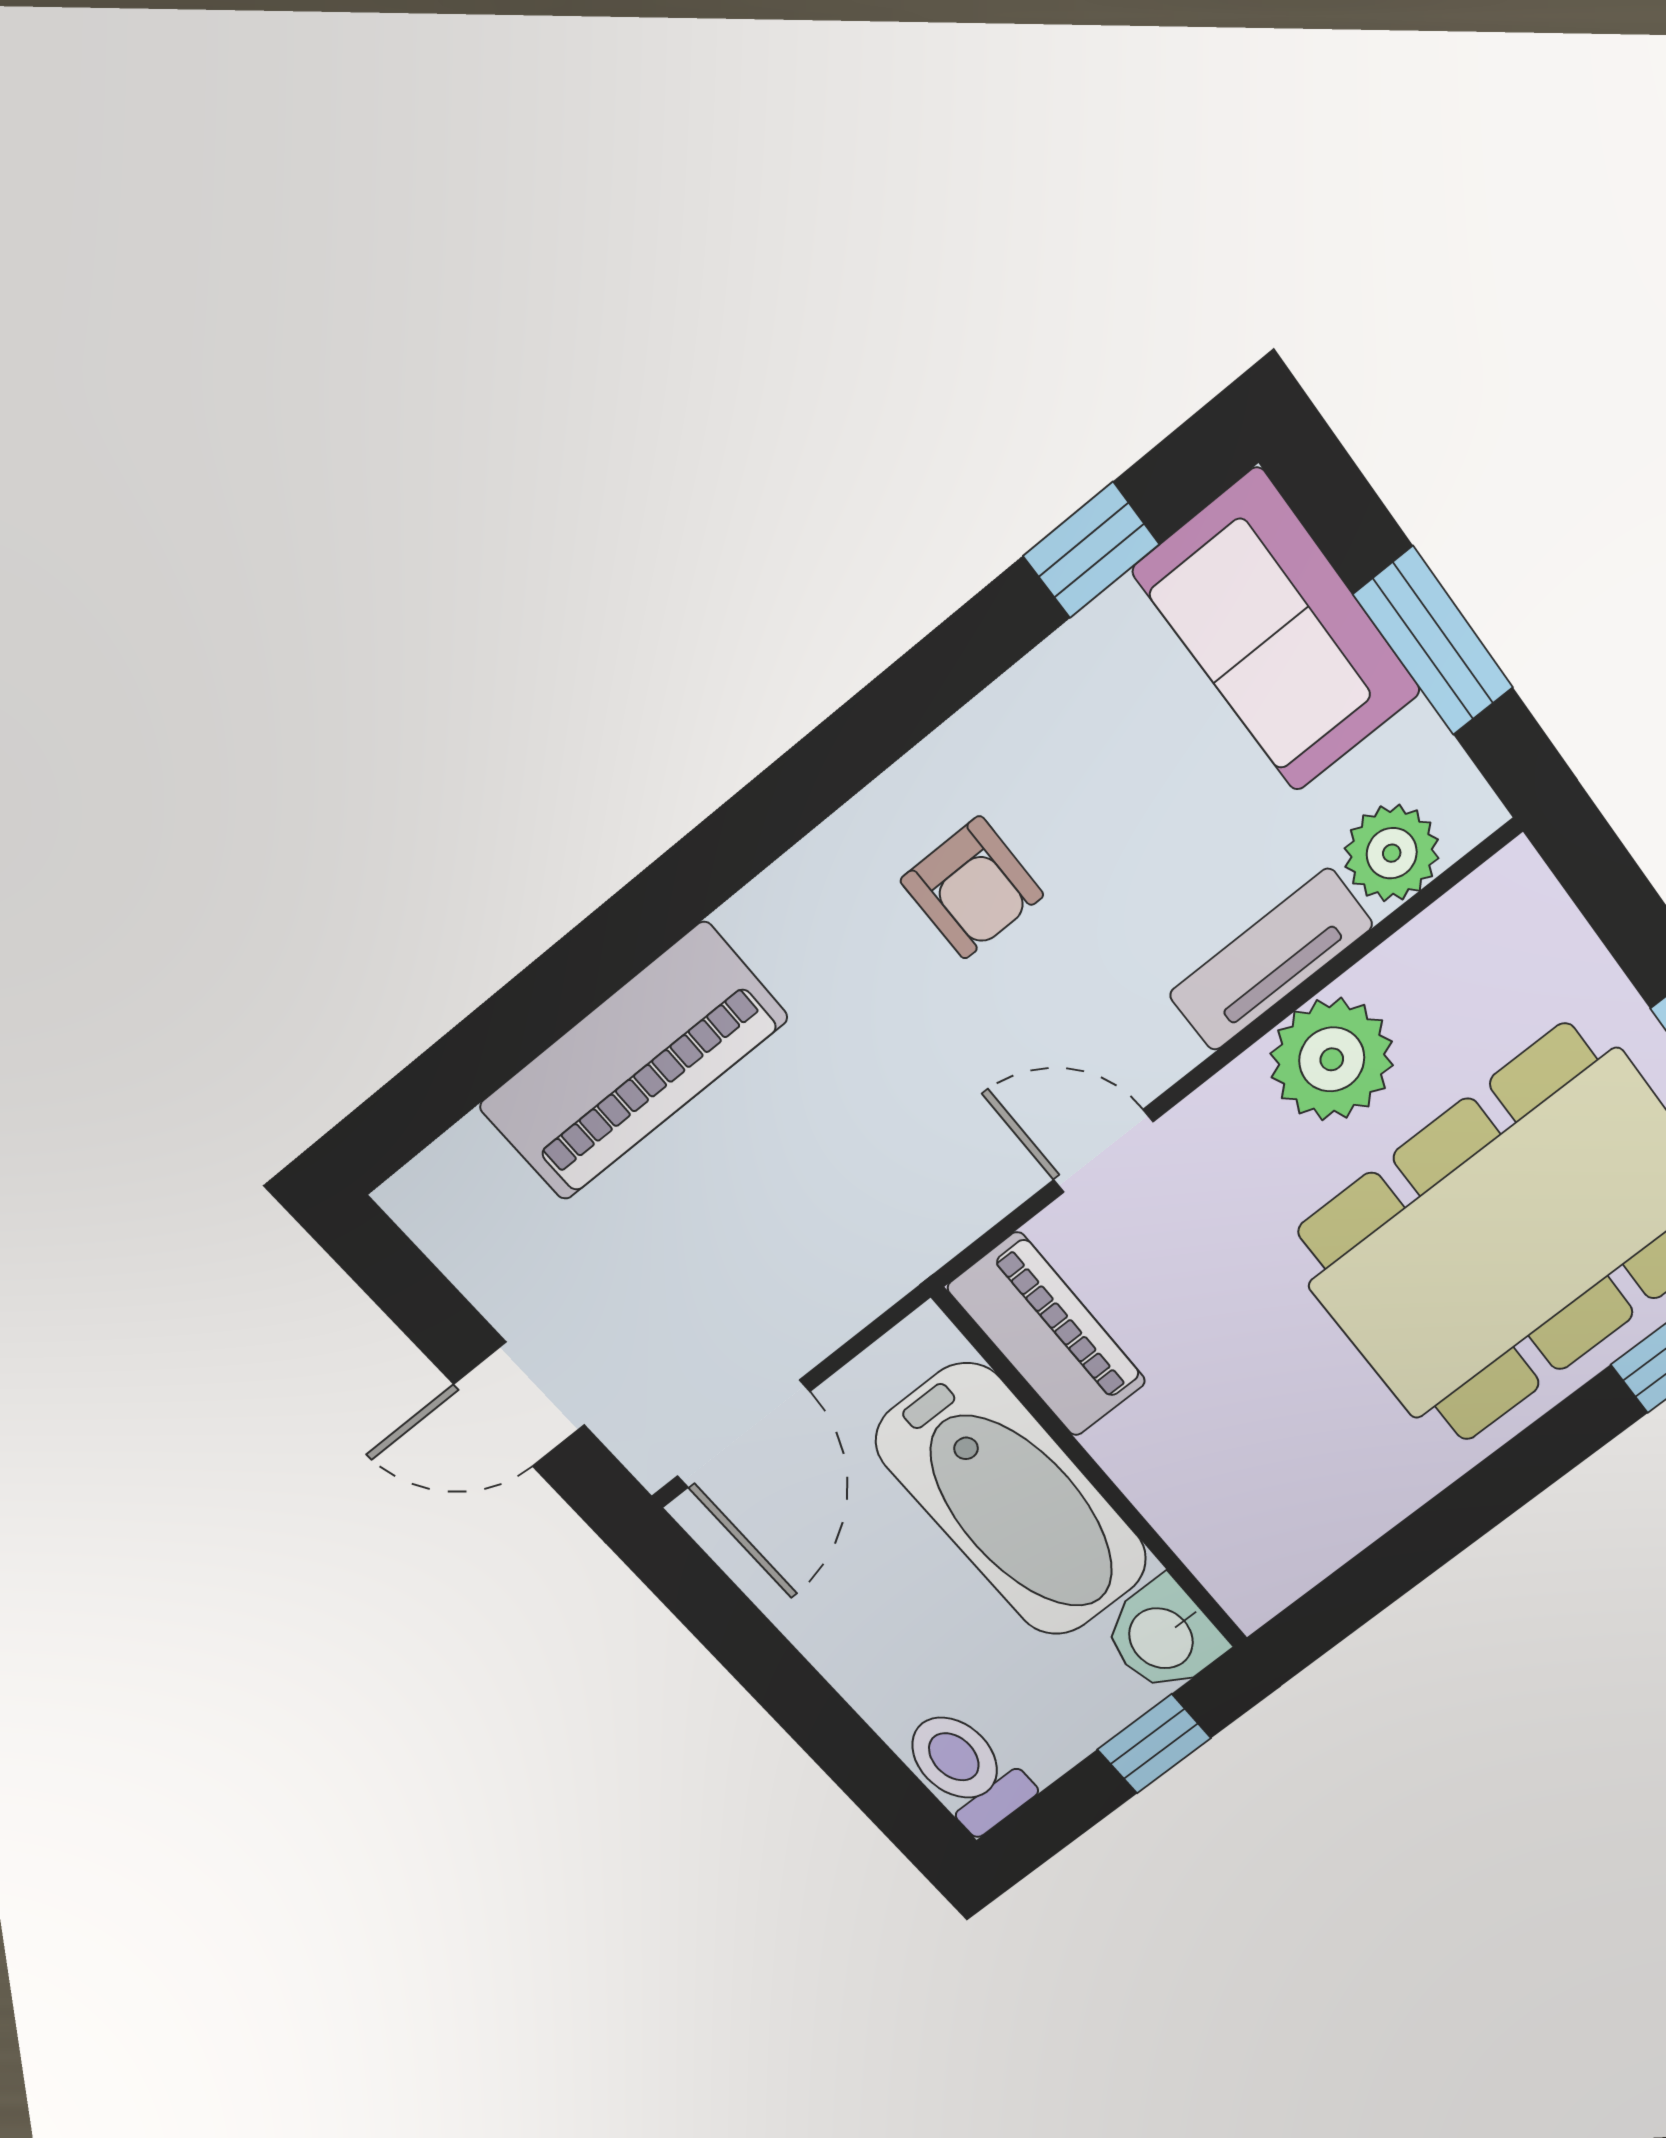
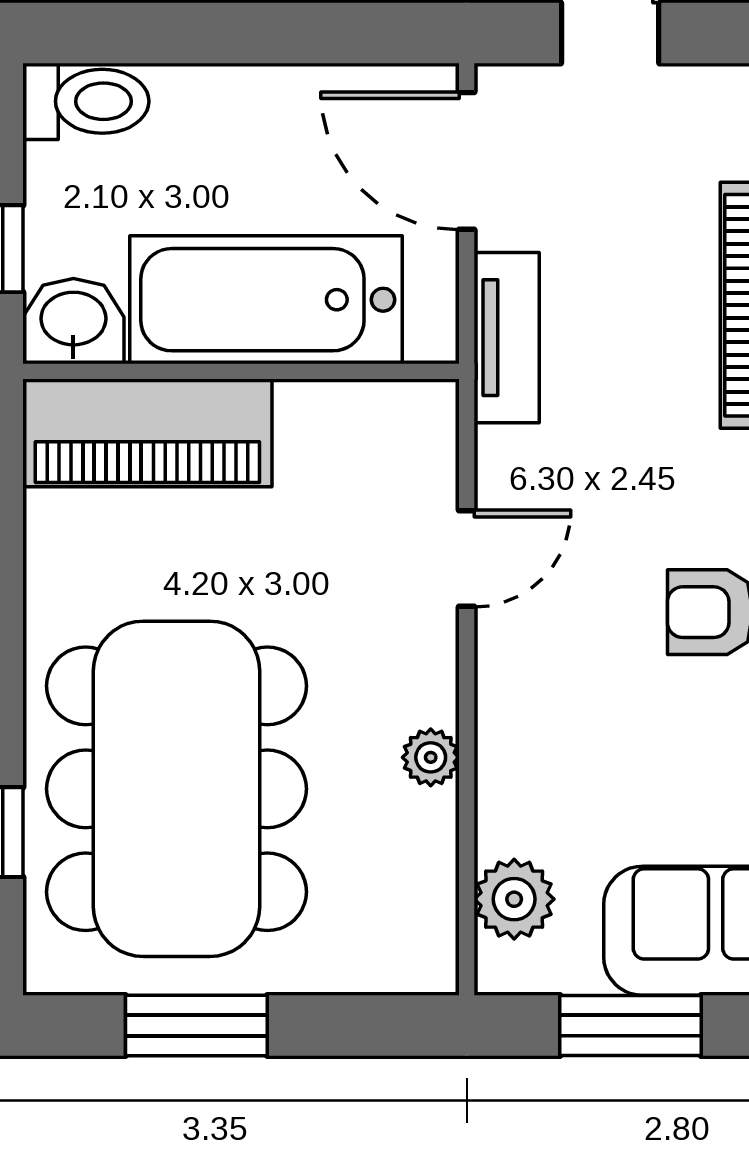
tv unit: (1271, 960) -> (507, 338), moved
plant: (1332, 1059) -> (431, 757), width x0.53, depth x0.53
piano: (1047, 1335) -> (147, 433), moved, width x1.37, depth x1.33

